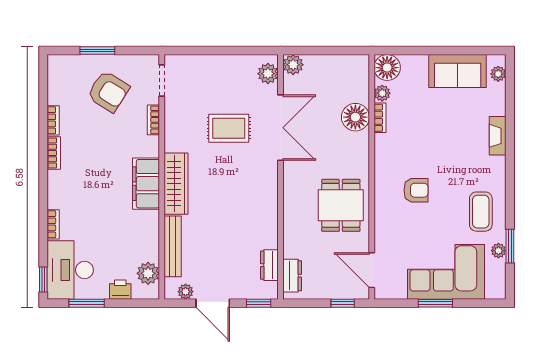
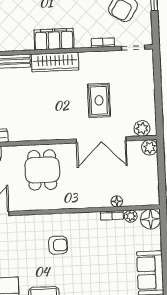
floor lamp: (355, 117) -> (117, 201), width x0.53, depth x0.53
armchair: (416, 190) -> (58, 245), turned -90
dining table: (341, 205) -> (42, 170), moved, turned 90

